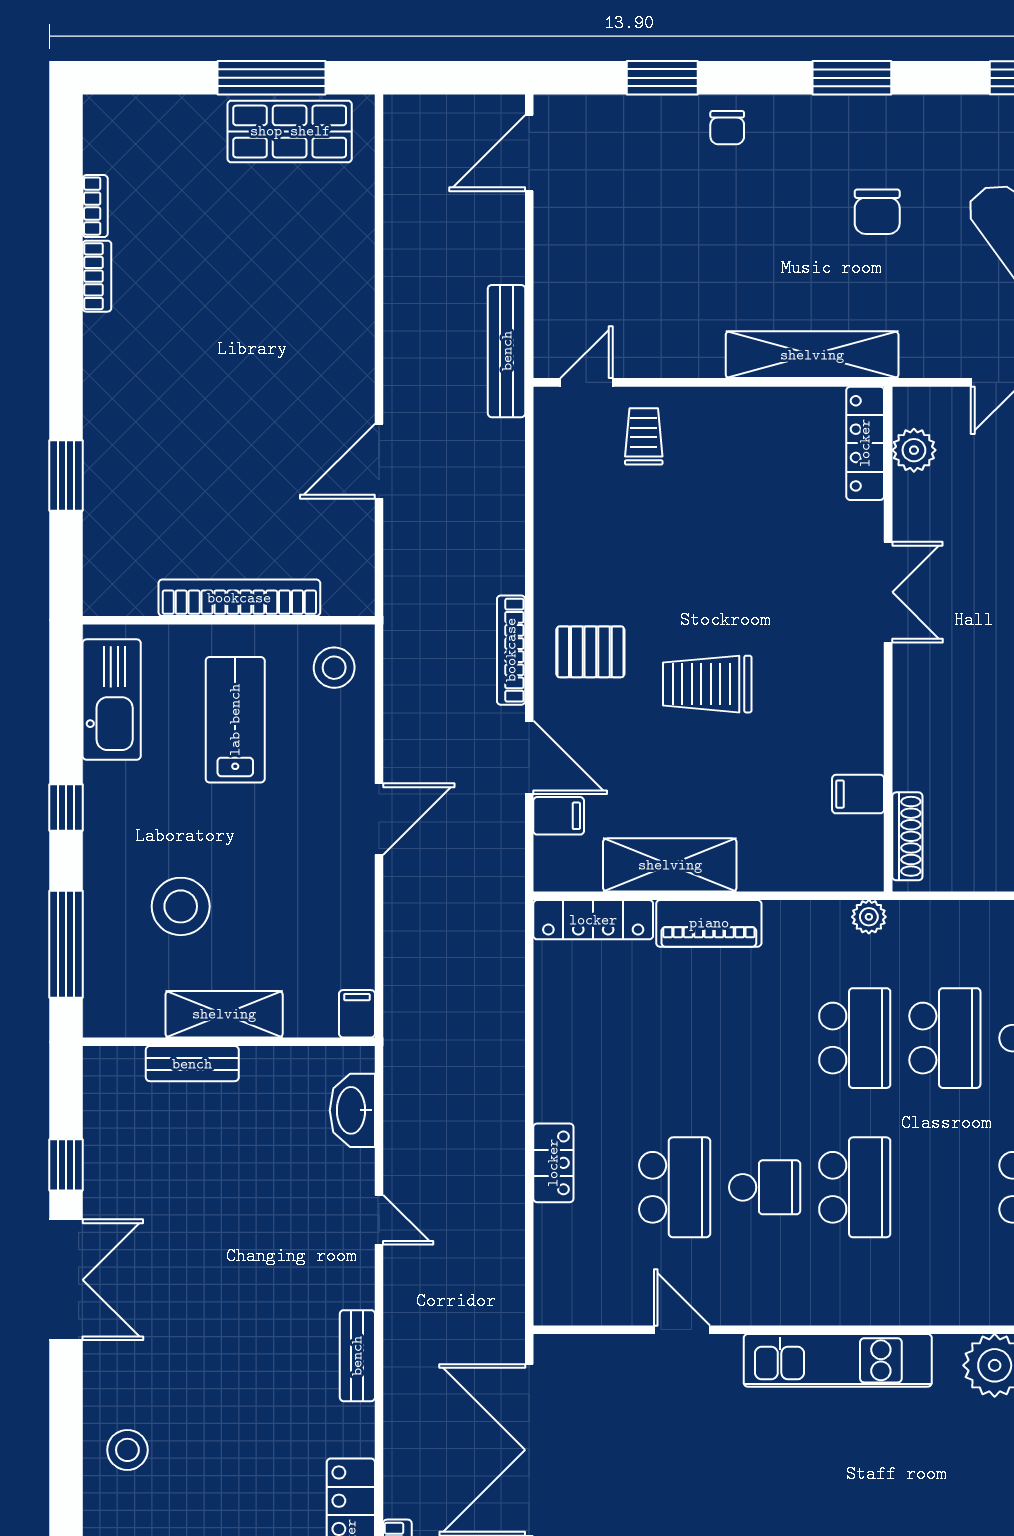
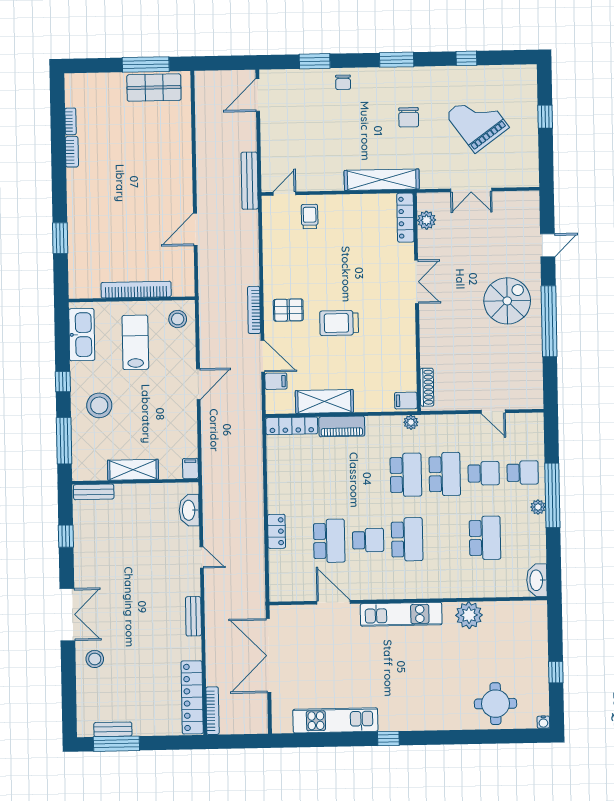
filing cabinet: (858, 794) -> (406, 401), moved
stool: (181, 906) -> (99, 405), moved
bench: (192, 1064) -> (94, 492), moved
double door: (66, 1280) -> (67, 615), moved
door: (682, 1330) -> (334, 602), width x1.38

